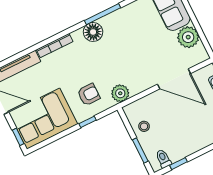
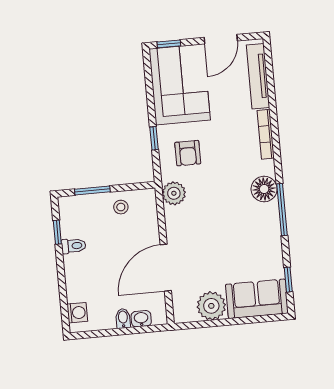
toilet: (163, 159) -> (74, 246), moved

